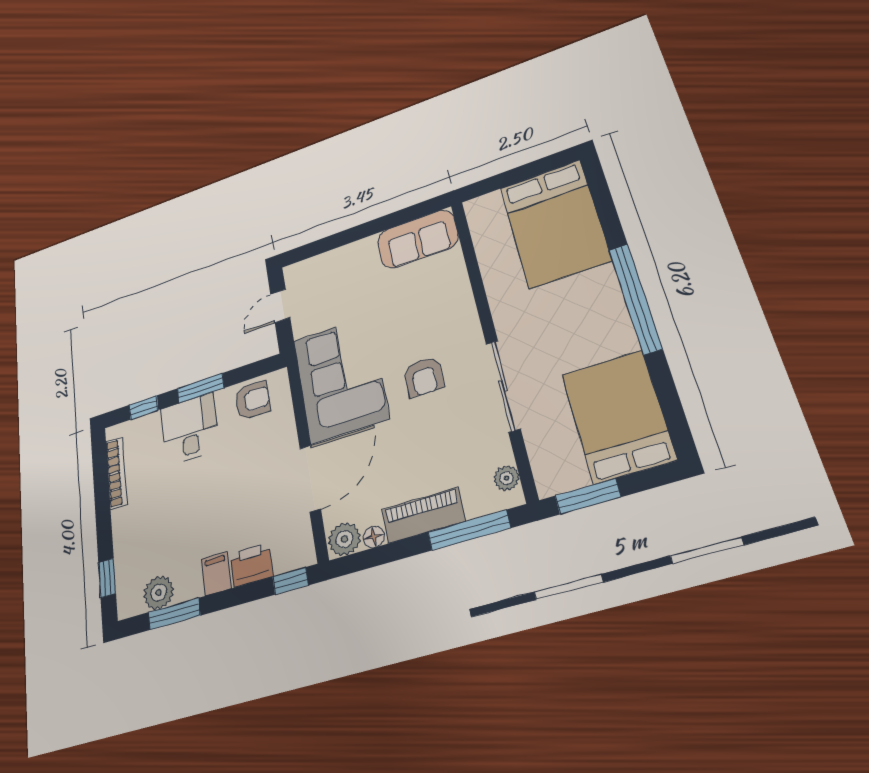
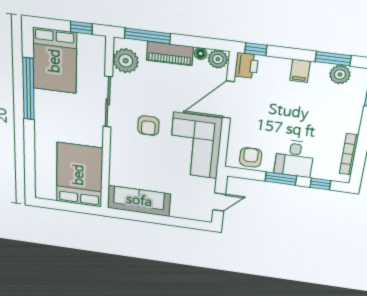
bed: (555, 223) -> (79, 175), moved
sofa: (418, 239) -> (139, 201), width x1.36
window: (635, 299) -> (28, 89), moved
armchair: (424, 377) -> (148, 126), turned 180
armchair: (253, 400) -> (251, 157), turned 90
plant: (506, 478) -> (126, 61), width x1.88, depth x1.88
window: (588, 496) -> (81, 28), width x0.67
printer: (251, 565) -> (246, 65), moved, turned -90

